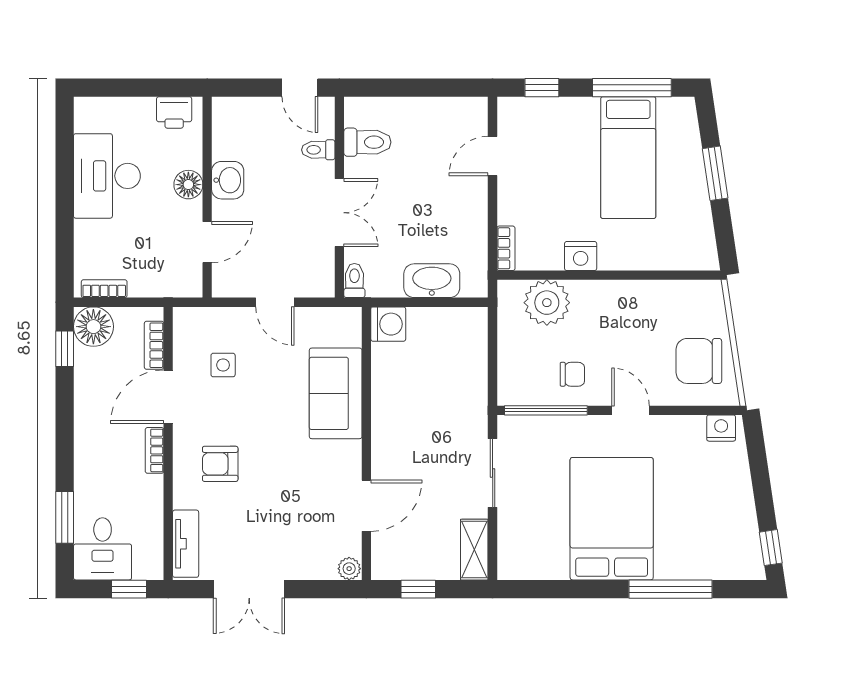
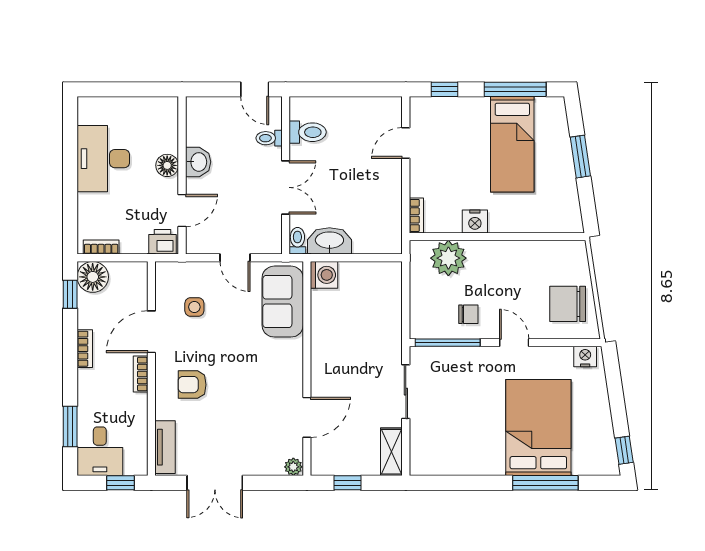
printer: (174, 112) -> (163, 242), moved, turned 180
washbasin: (432, 281) -> (329, 241), moved
bookcase: (154, 345) -> (85, 349), moved, turned 180
sofa: (336, 393) -> (283, 302), moved
bed: (612, 519) -> (538, 428), moved

